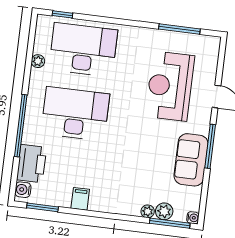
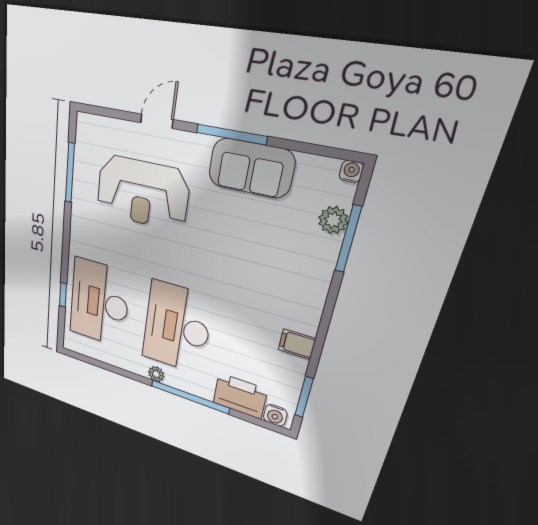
window: (62, 14) -> (63, 295), moved
plant: (38, 61) -> (156, 374), moved
plant: (148, 211) -> (330, 247), removed
window: (170, 223) -> (348, 239), moved

